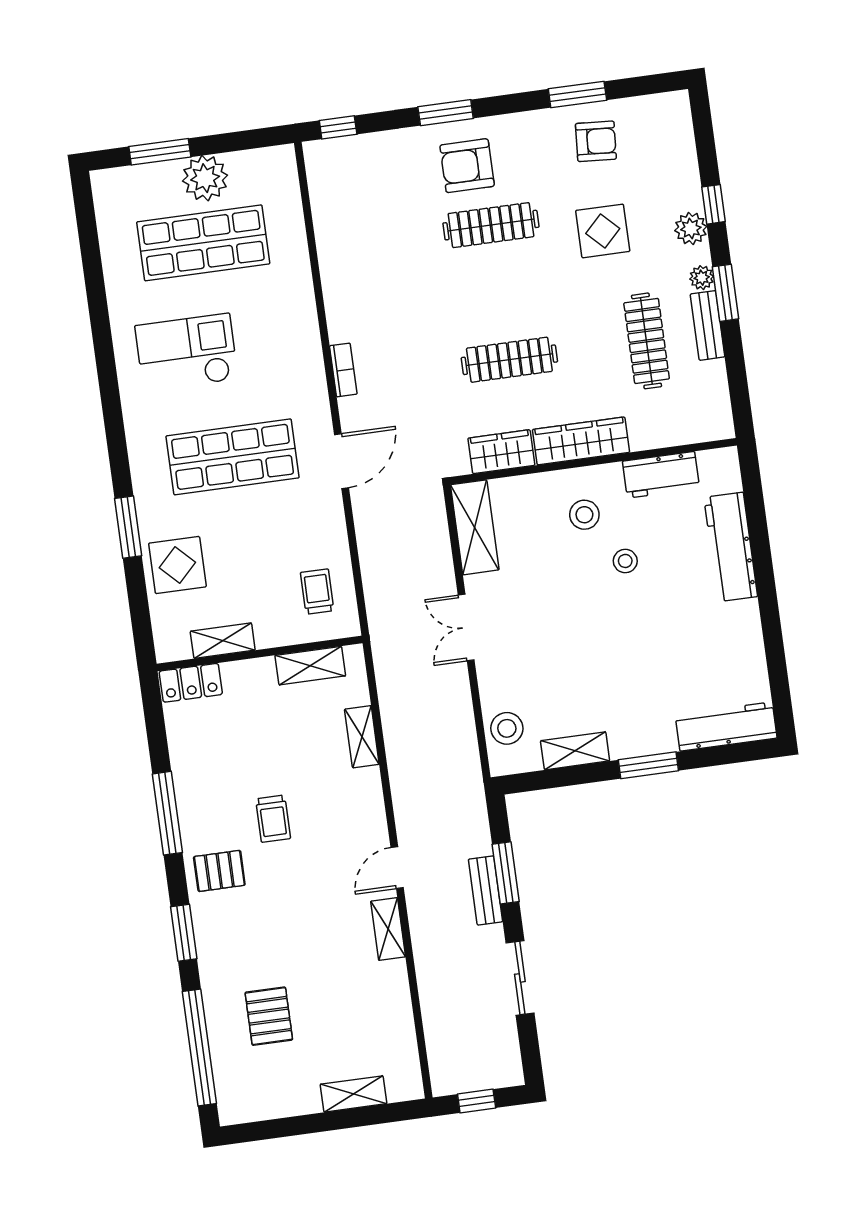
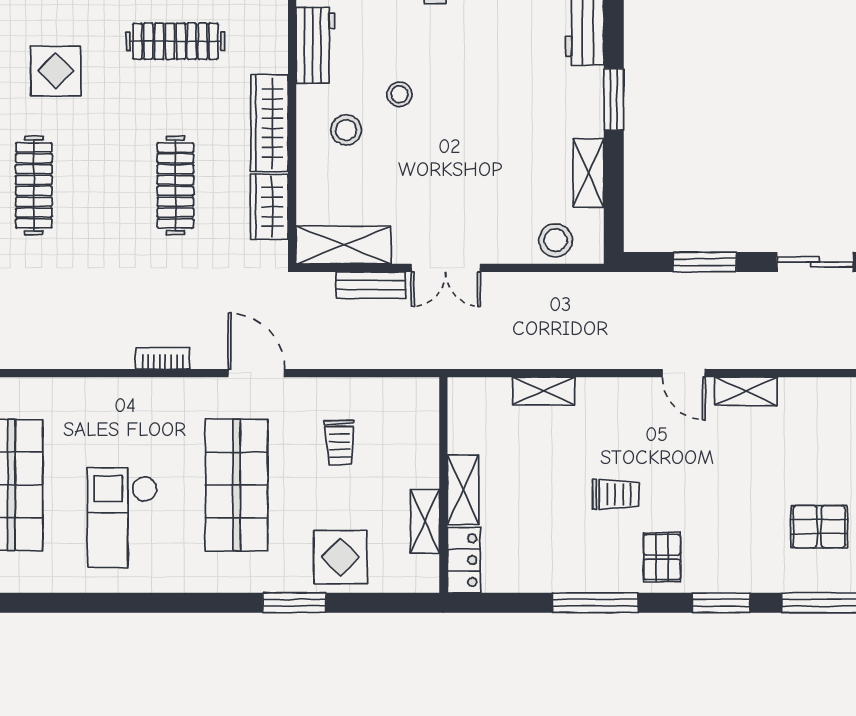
trolley: (317, 592) -> (339, 443), moved, turned -92
shelving: (310, 666) -> (463, 490), moved
bench: (486, 890) -> (371, 285), moved

